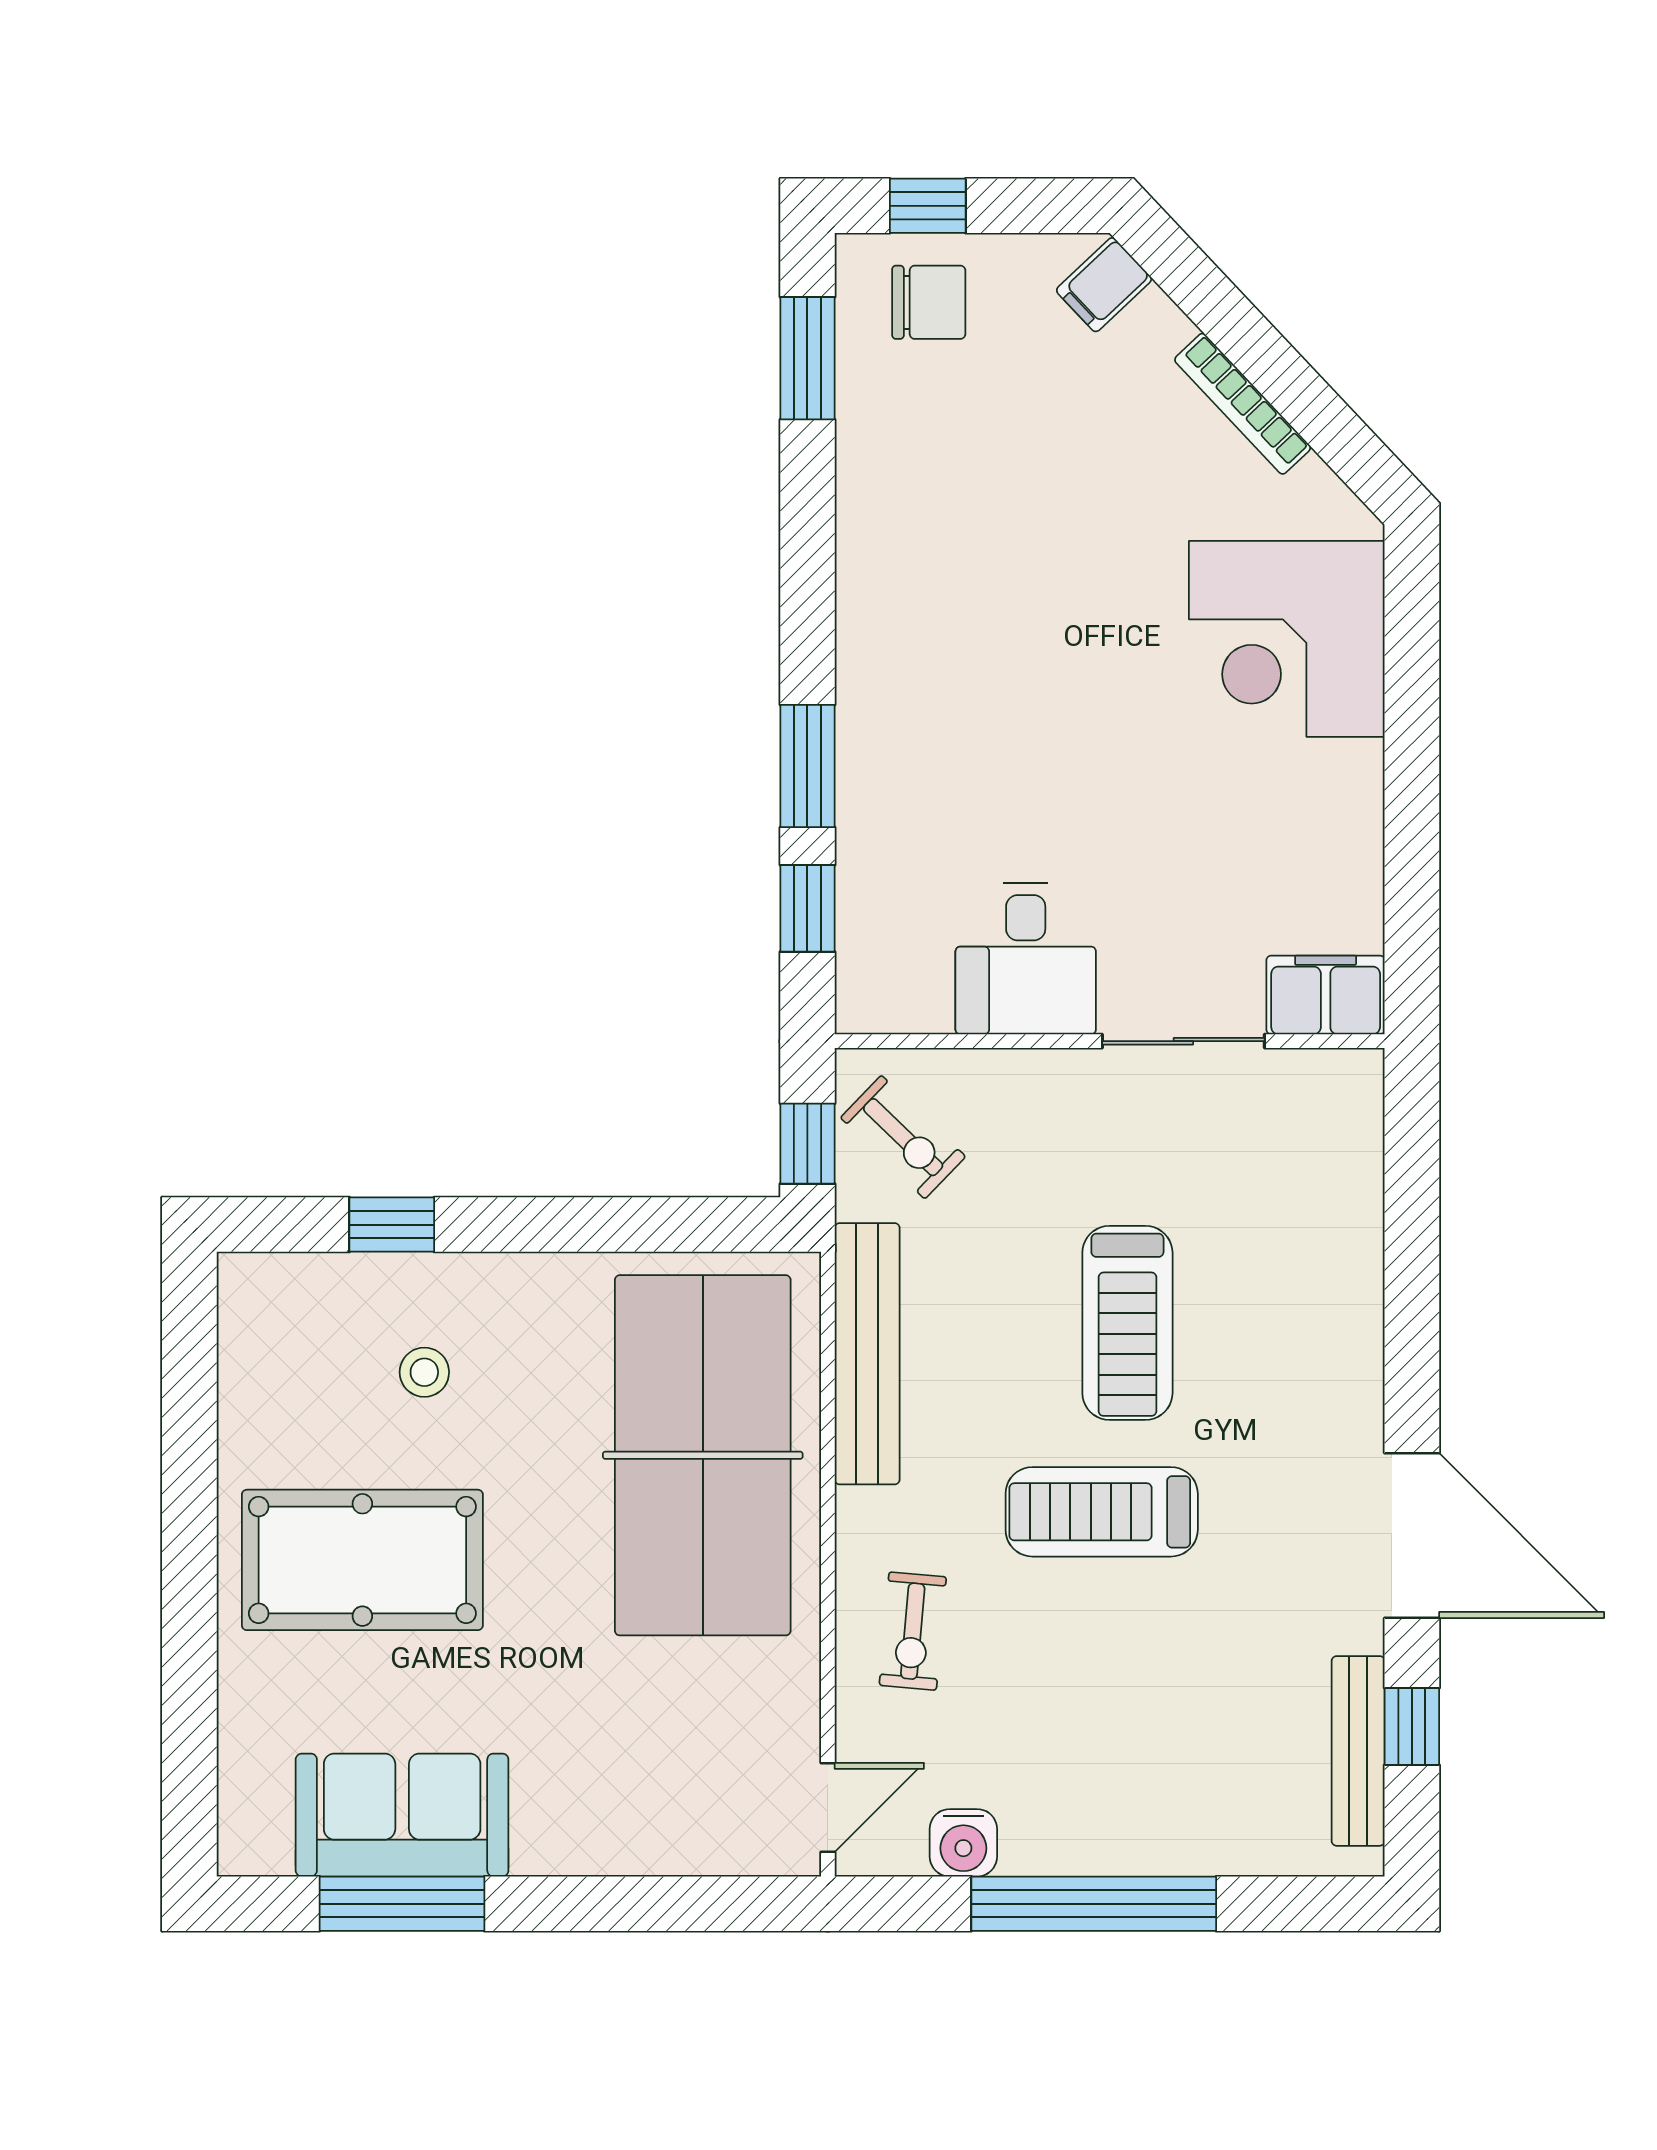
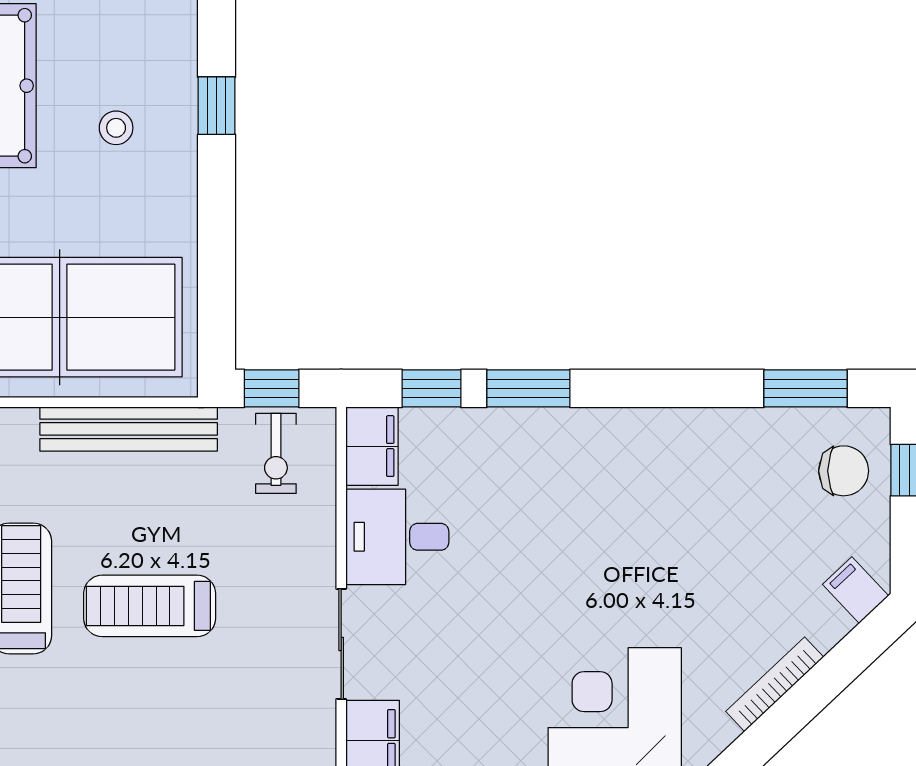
chair: (929, 302) -> (844, 471), turned -90
filing cabinet: (892, 996) -> (372, 446), added
exercise bike: (903, 1137) -> (276, 453), turned -44

